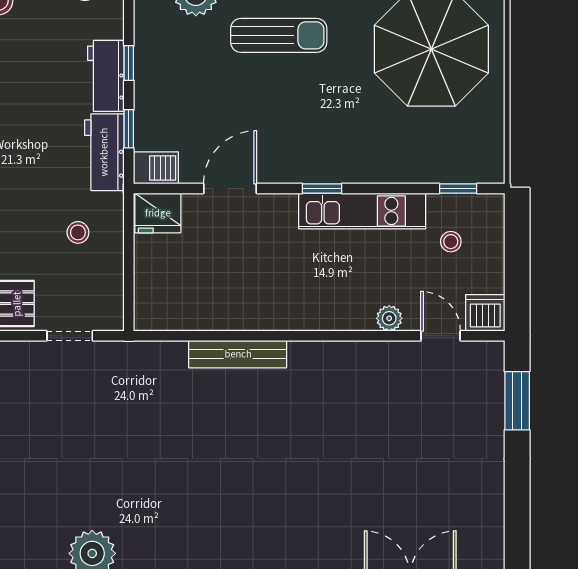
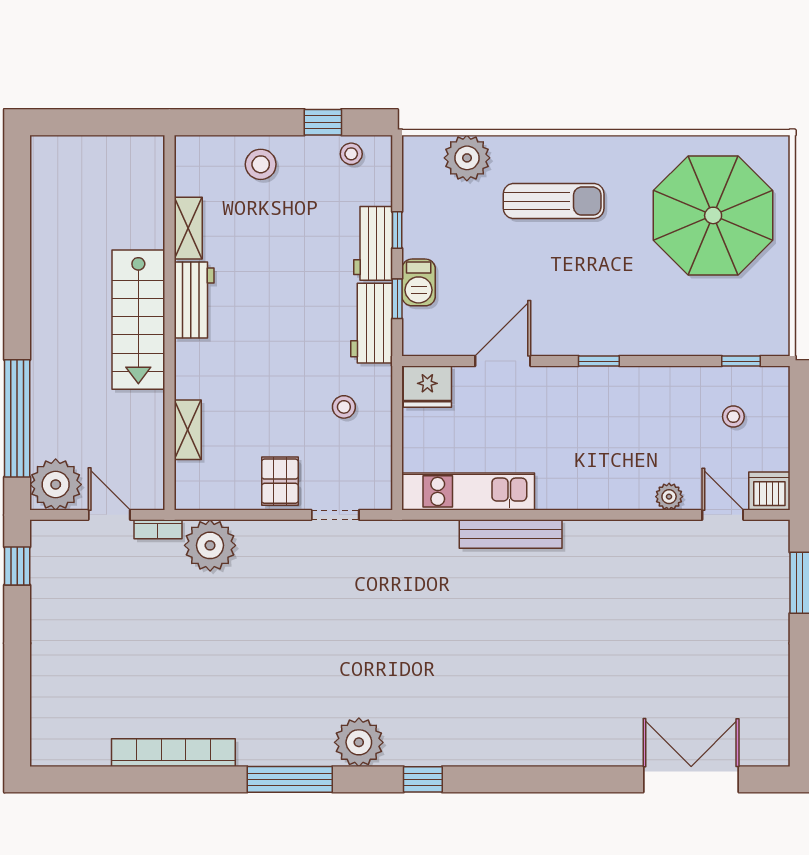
barbecue: (156, 168) -> (419, 282), moved, turned 90
kitchen unit: (362, 211) -> (468, 491), moved, turned 180

